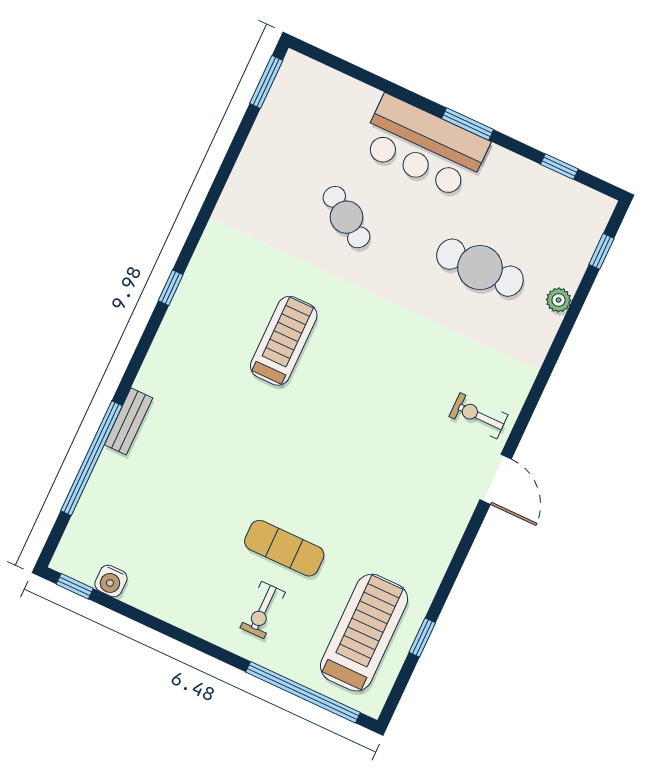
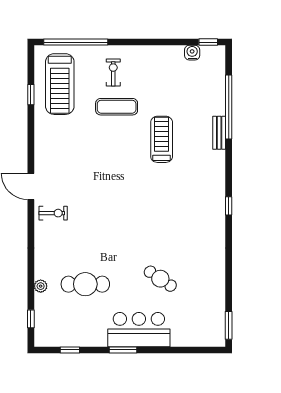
treadmill: (284, 341) -> (162, 139), moved, turned 180

